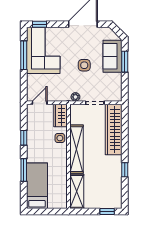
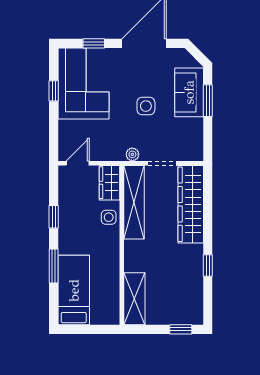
window: (39, 24) -> (94, 43), moved
window: (24, 55) -> (54, 91), width x0.46
shelving: (76, 149) -> (134, 202), moved

